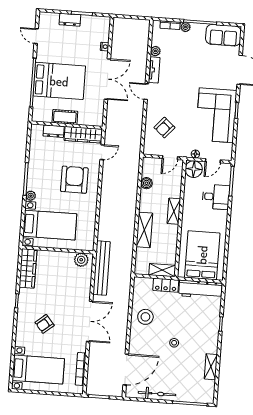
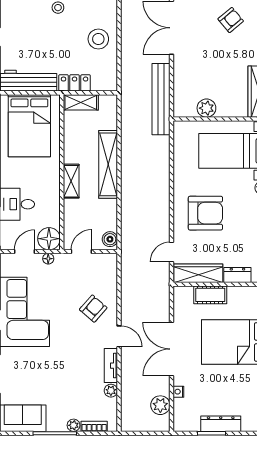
dresser: (70, 20) -> (221, 424), width x1.44
plant: (119, 37) -> (160, 405), added
cot: (65, 117) -> (210, 295), moved
armchair: (164, 128) -> (93, 309), moved
armchair: (74, 180) -> (205, 213), turned -90
boiler: (146, 183) -> (110, 239), moved
shelving: (144, 230) -> (108, 164), width x1.47
plant: (81, 260) -> (206, 108), moved

